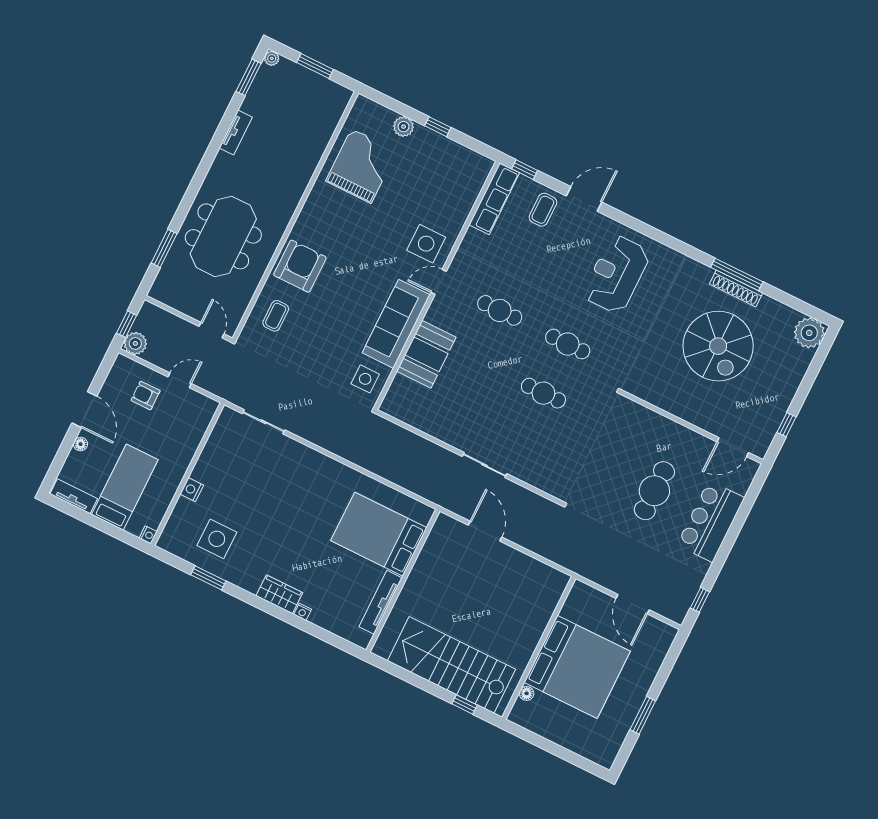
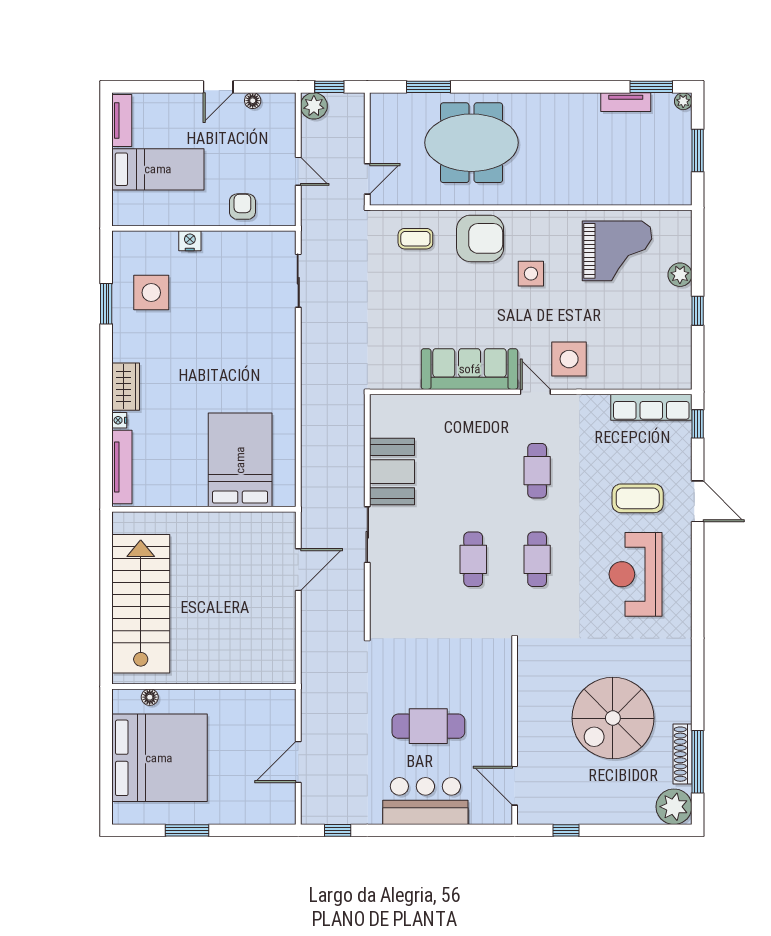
tv unit: (236, 133) -> (626, 102), moved
coffee table: (543, 210) -> (638, 498), moved, width x1.36, depth x1.30
reception desk: (616, 274) -> (636, 574), turned -90
window: (737, 275) -> (698, 762), moved
shoe rack: (736, 289) -> (683, 754), moved
booth: (426, 354) -> (392, 472), moved, turned 90
side table: (365, 379) -> (531, 274), moved
armchair: (146, 395) -> (242, 207), moved
door: (84, 410) -> (218, 87), width x0.73
floor lamp: (81, 444) -> (253, 101), moved
nightstand: (148, 535) -> (120, 218), removed
tv unit: (380, 602) -> (122, 467), moved, turned 90
bed: (577, 667) -> (159, 758), moved, turned -90
window: (464, 704) -> (106, 638), removed

